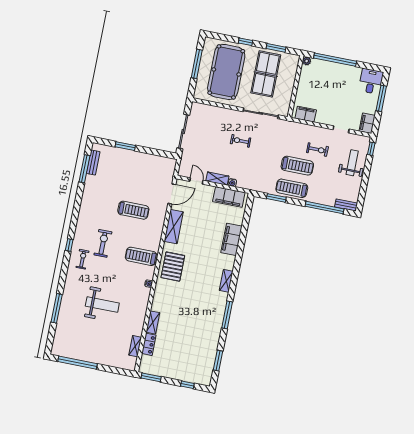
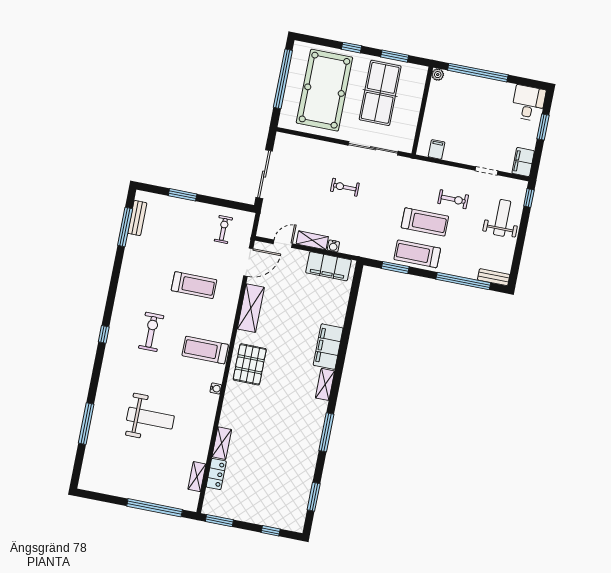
window: (197, 64) -> (283, 79), width x1.46
window: (381, 98) -> (543, 127), width x0.69
filing cabinet: (306, 114) -> (437, 149), width x0.50
door: (196, 181) -> (283, 244), hinge flipped
filing cabinet: (231, 239) -> (328, 347), moved
exercise bike: (82, 259) -> (223, 229), moved
window: (77, 363) -> (155, 508), moved

